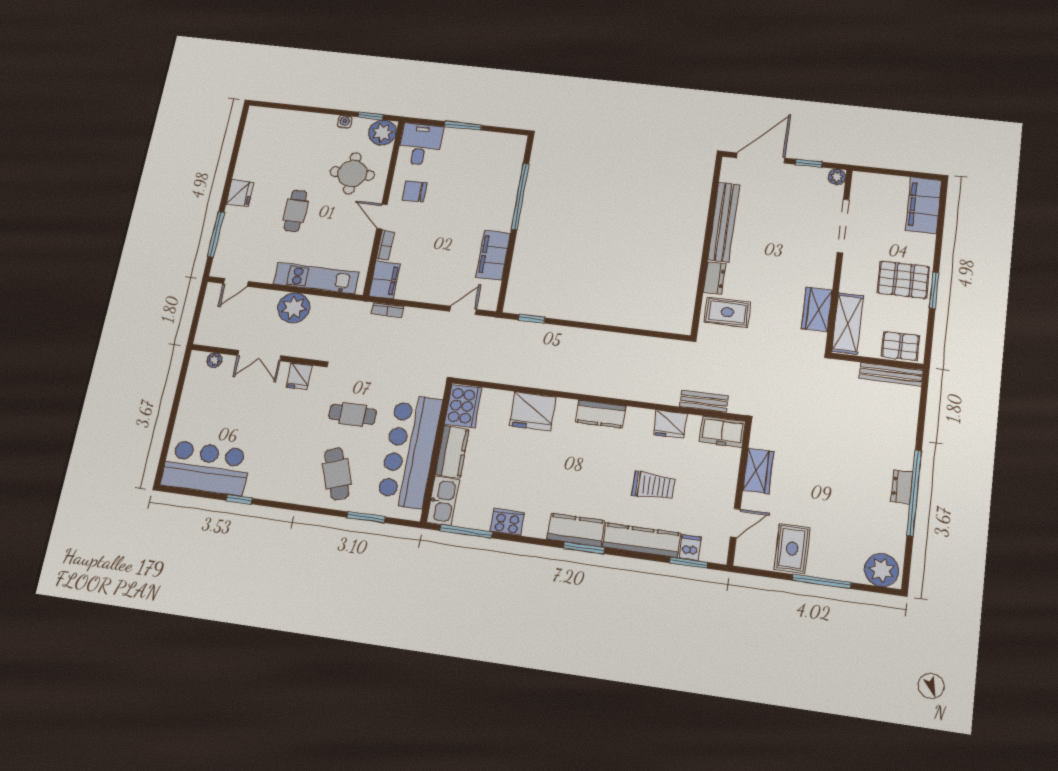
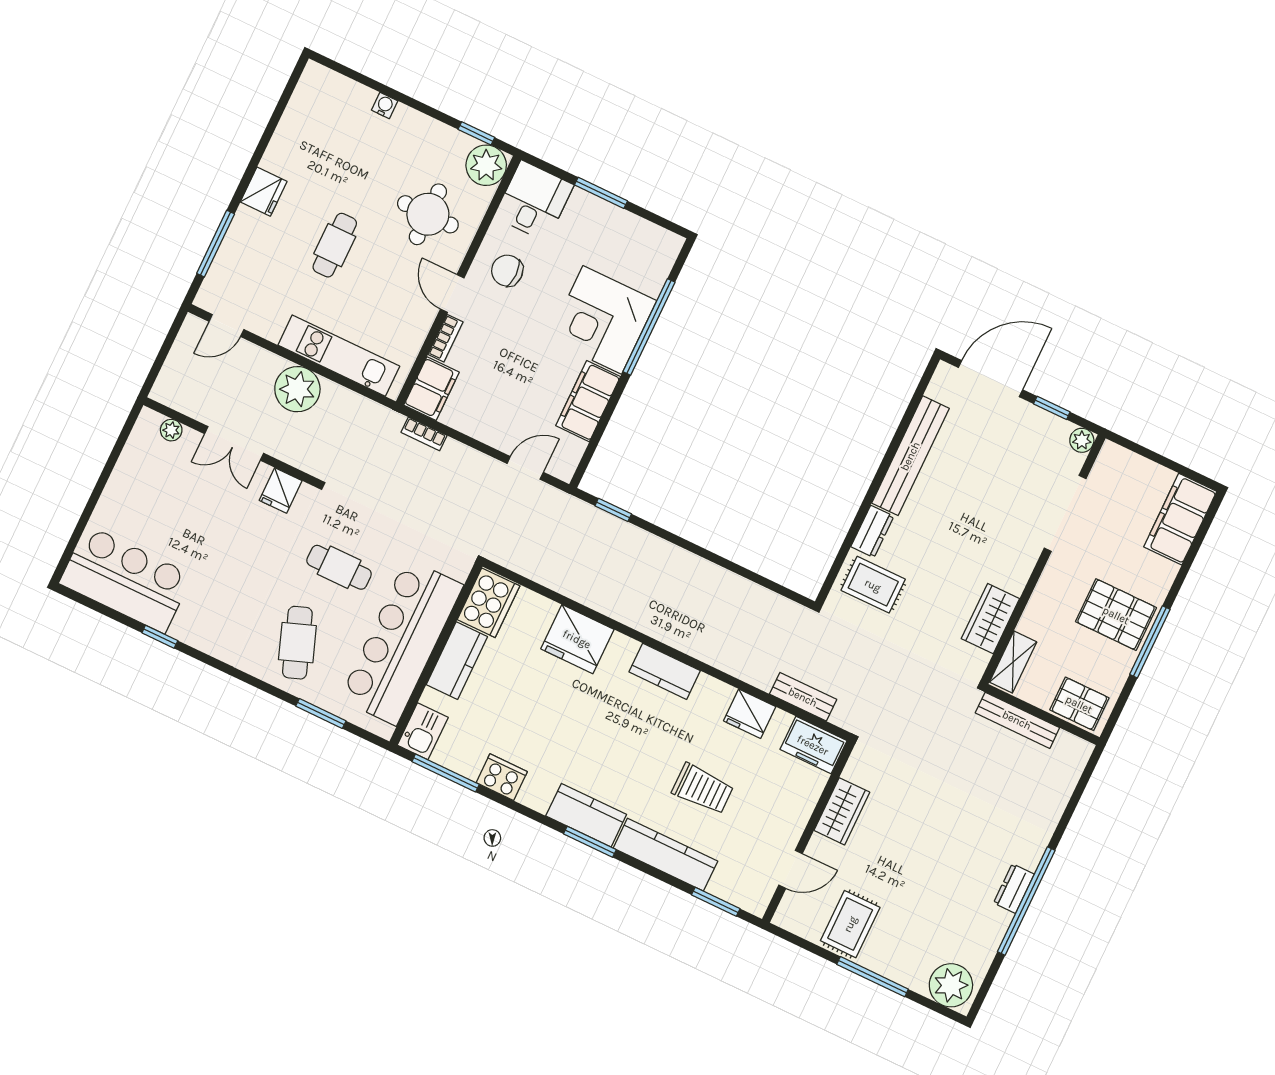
water cooler: (345, 122) -> (385, 105), moved
corner desk: (487, 202) -> (602, 320), added
window: (934, 290) -> (1150, 642), width x1.44
shelving: (848, 323) -> (1013, 662), width x0.67, depth x0.75
bench: (891, 374) -> (1017, 720), moved
kitchen sink: (443, 501) -> (423, 731), width x0.73
dishwasher: (690, 548) -> (724, 883), removed

